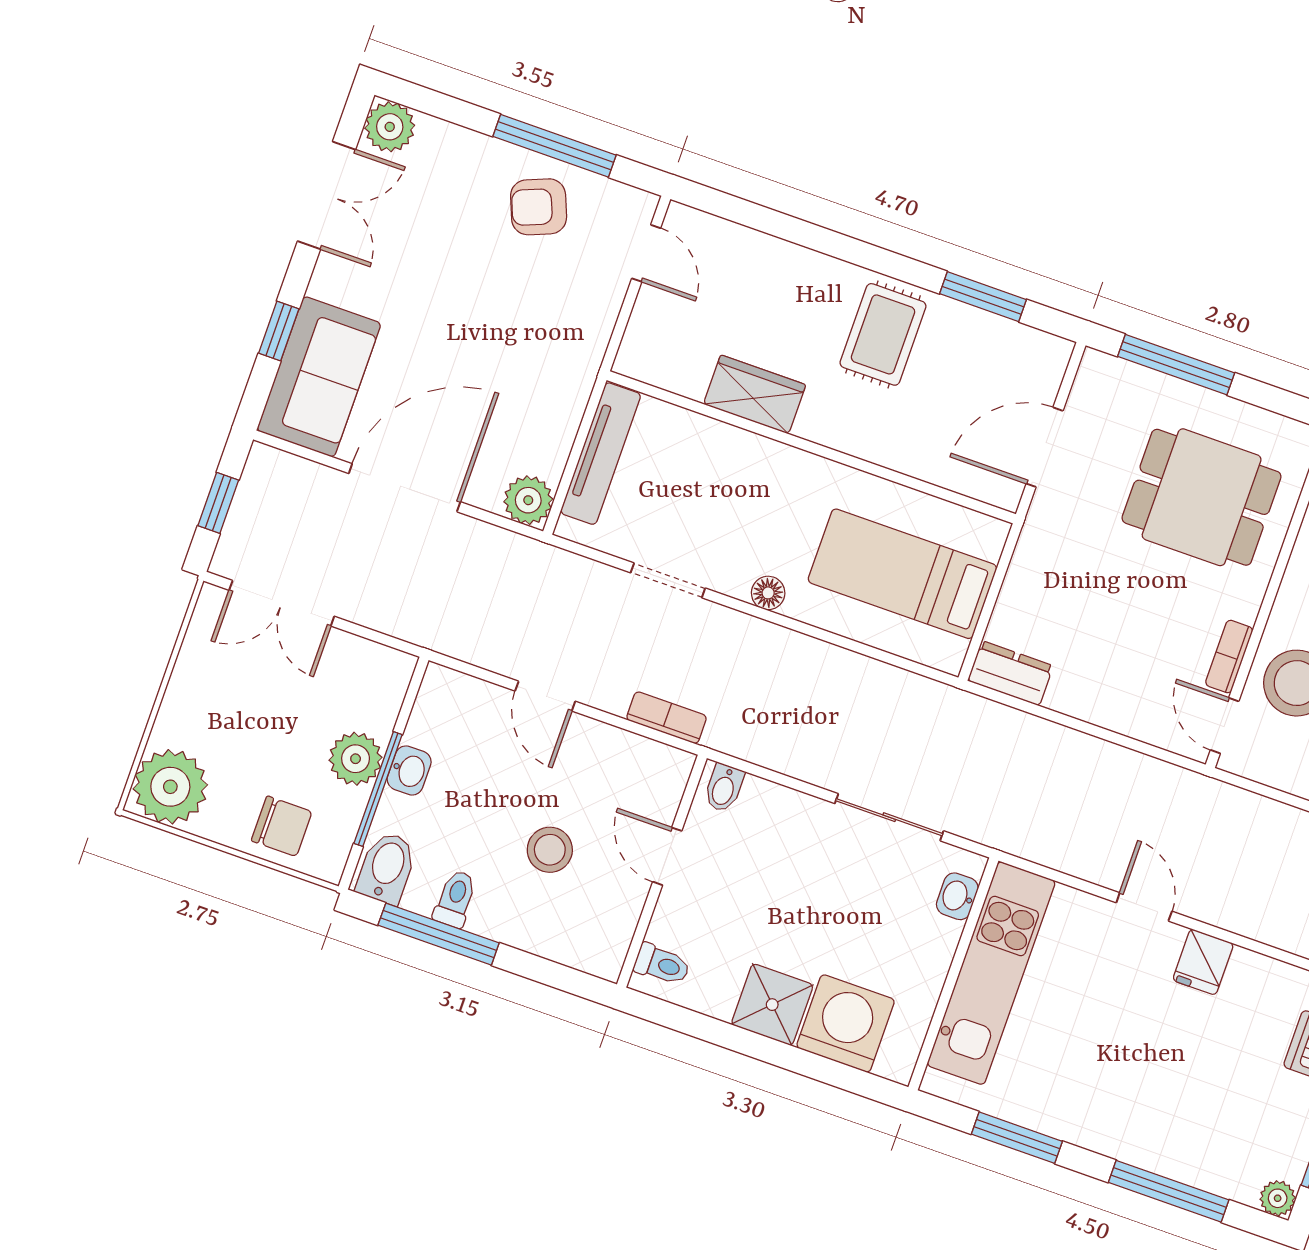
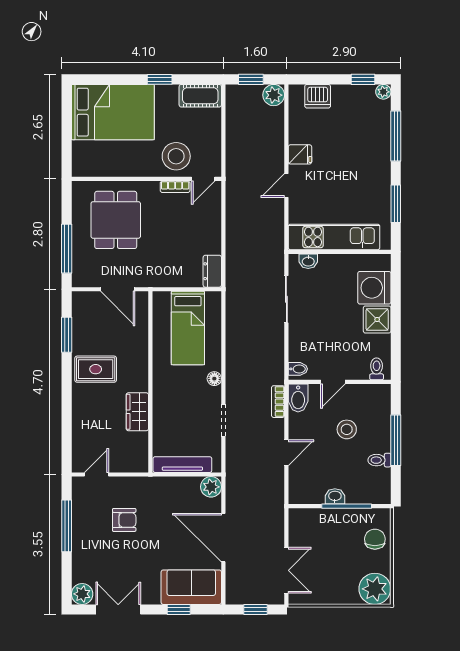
armchair: (539, 207) -> (124, 520), moved, turned -68
plant: (356, 759) -> (338, 519), removed
bidet: (387, 868) -> (298, 398), moved, turned -90
window: (439, 934) -> (396, 440), moved

